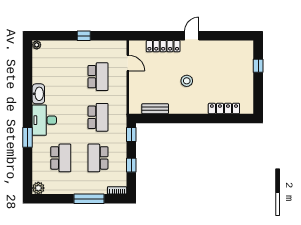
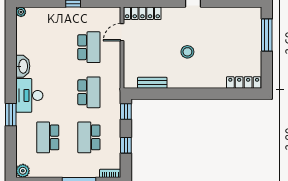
locker: (163, 46) -> (142, 13), moved
door: (128, 63) -> (122, 32), swing flipped
window: (258, 66) -> (267, 35), width x2.17
locker: (224, 108) -> (244, 82), moved
school desk: (61, 158) -> (48, 137), turned 180

